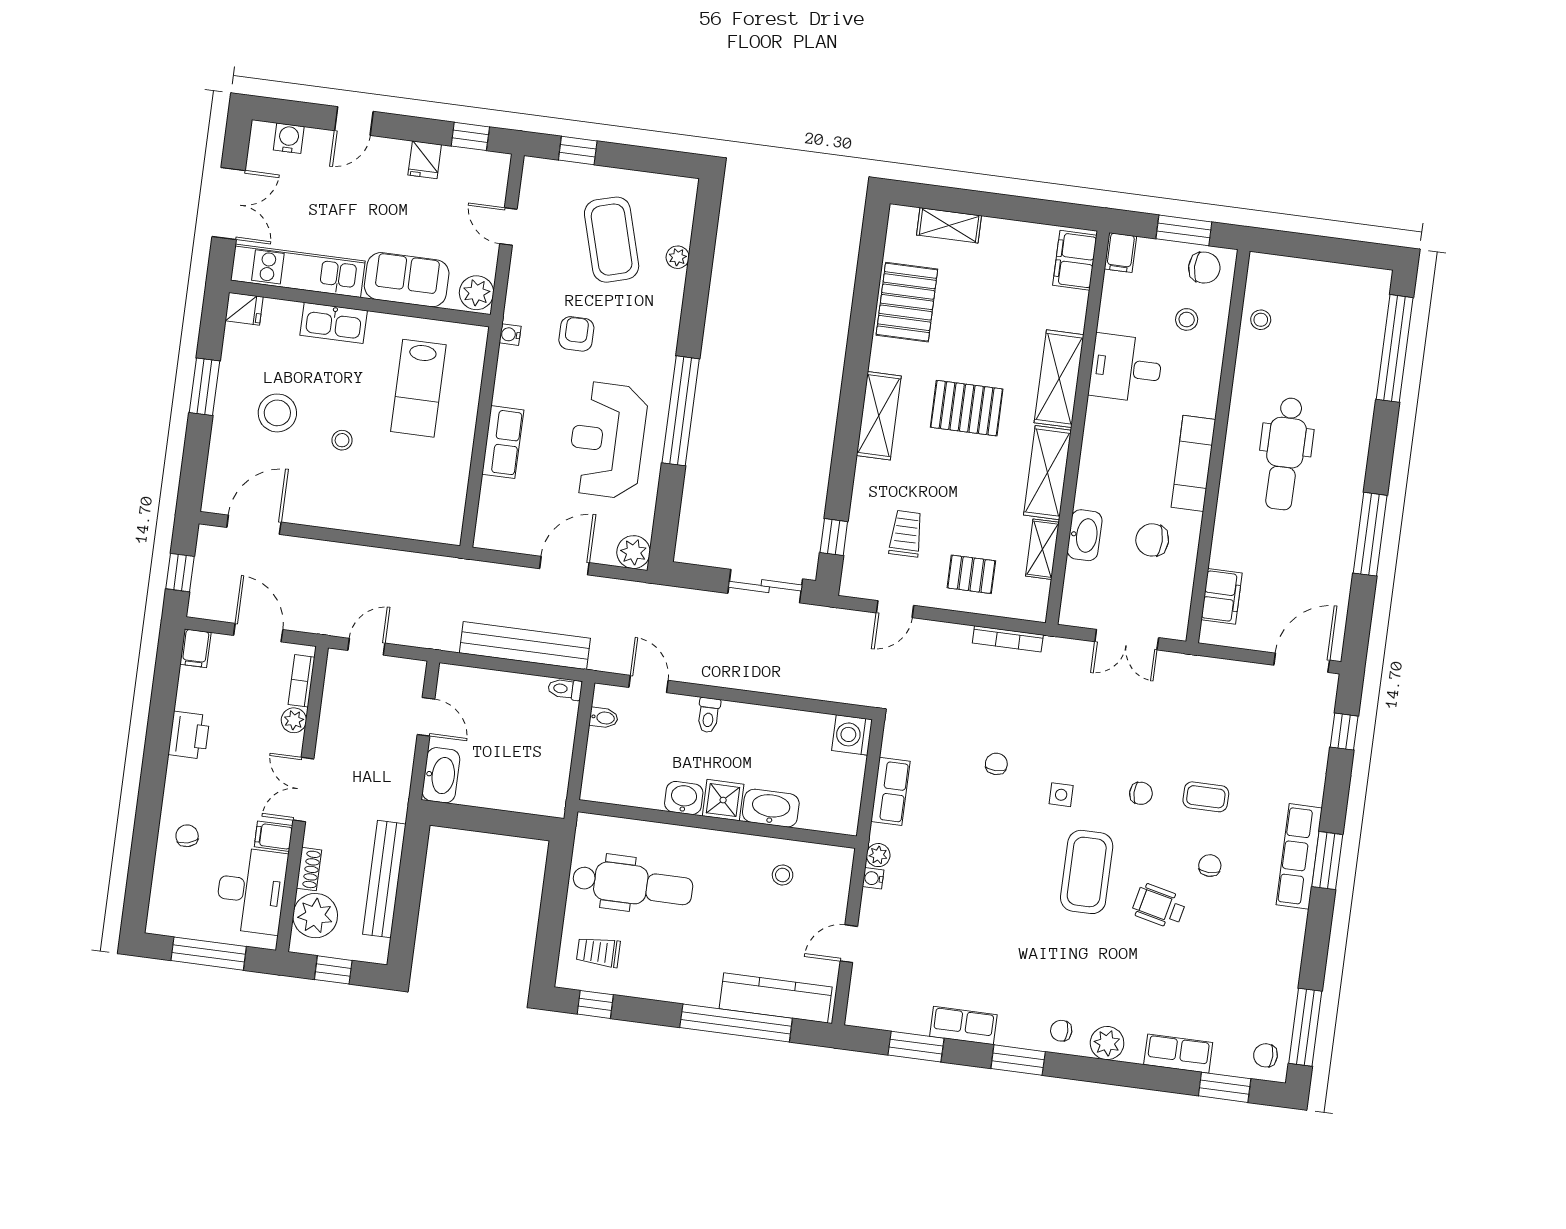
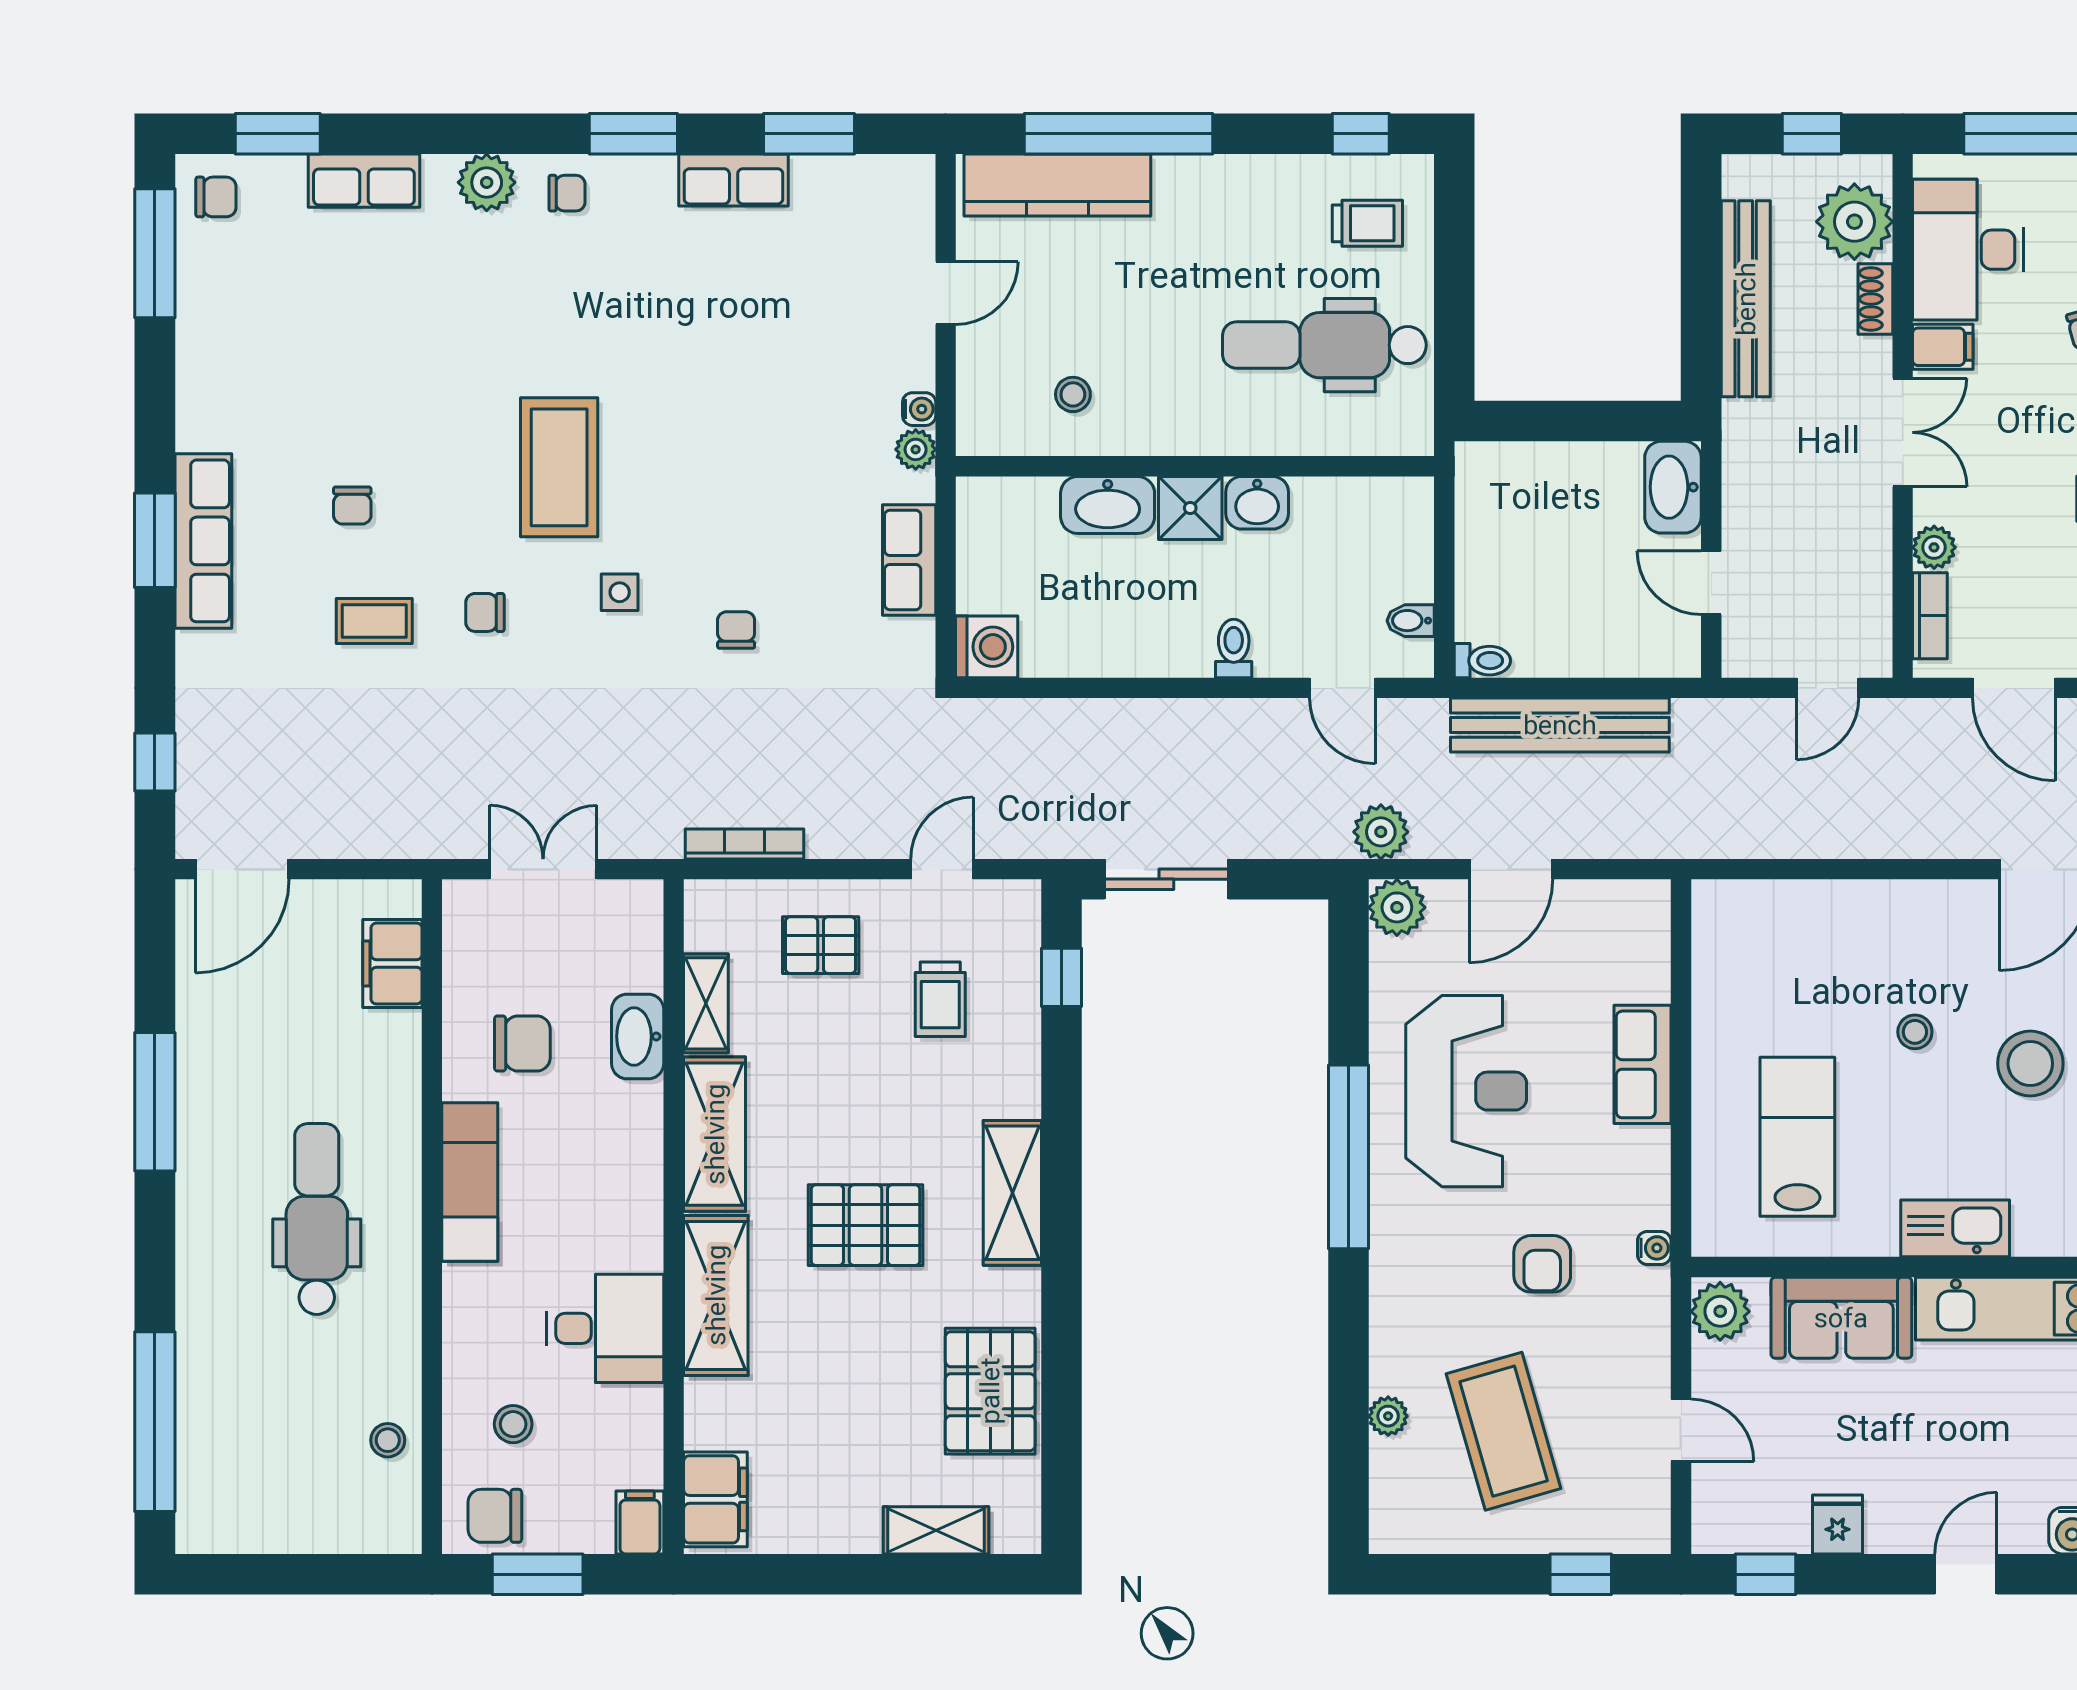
plant: (637, 597) -> (1381, 832), added
chair: (996, 764) -> (736, 630), turned 180
wheelchair: (1159, 906) -> (429, 426), removed

